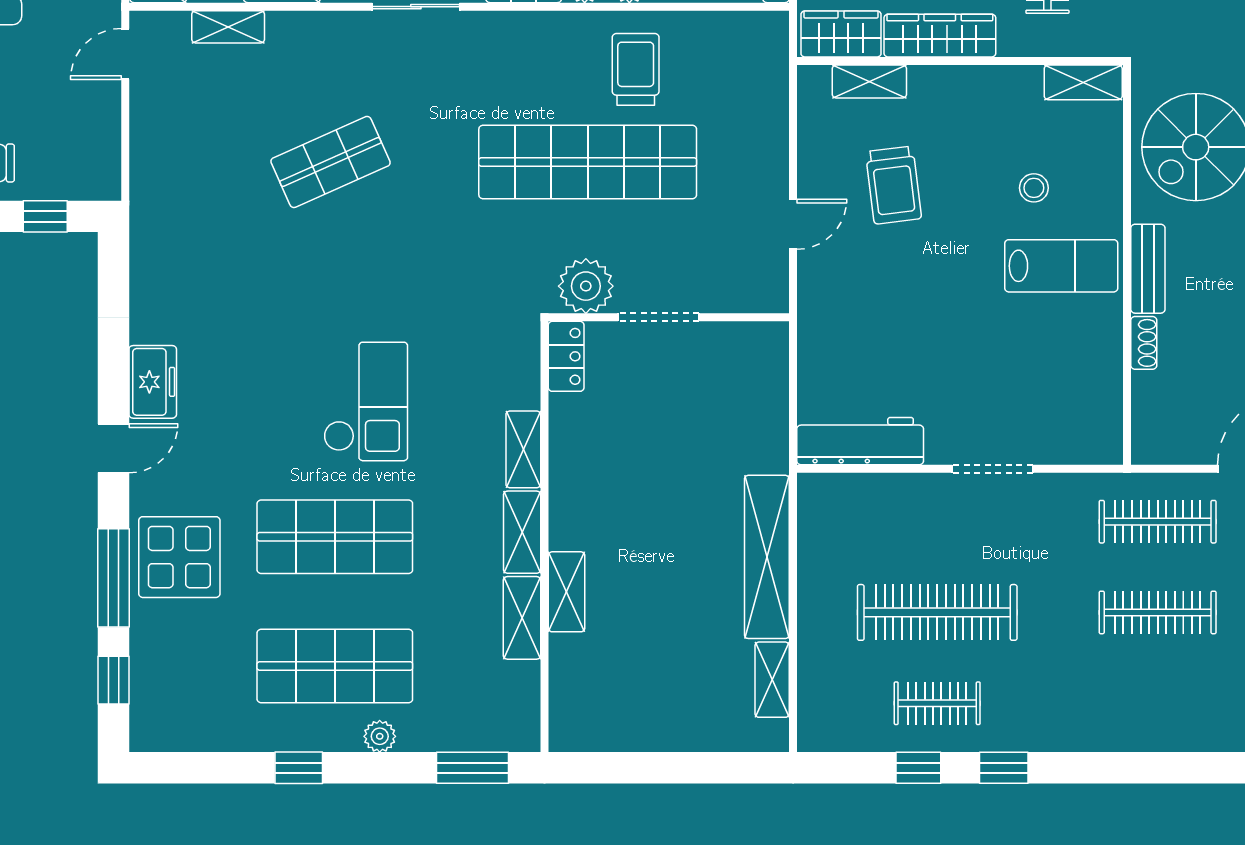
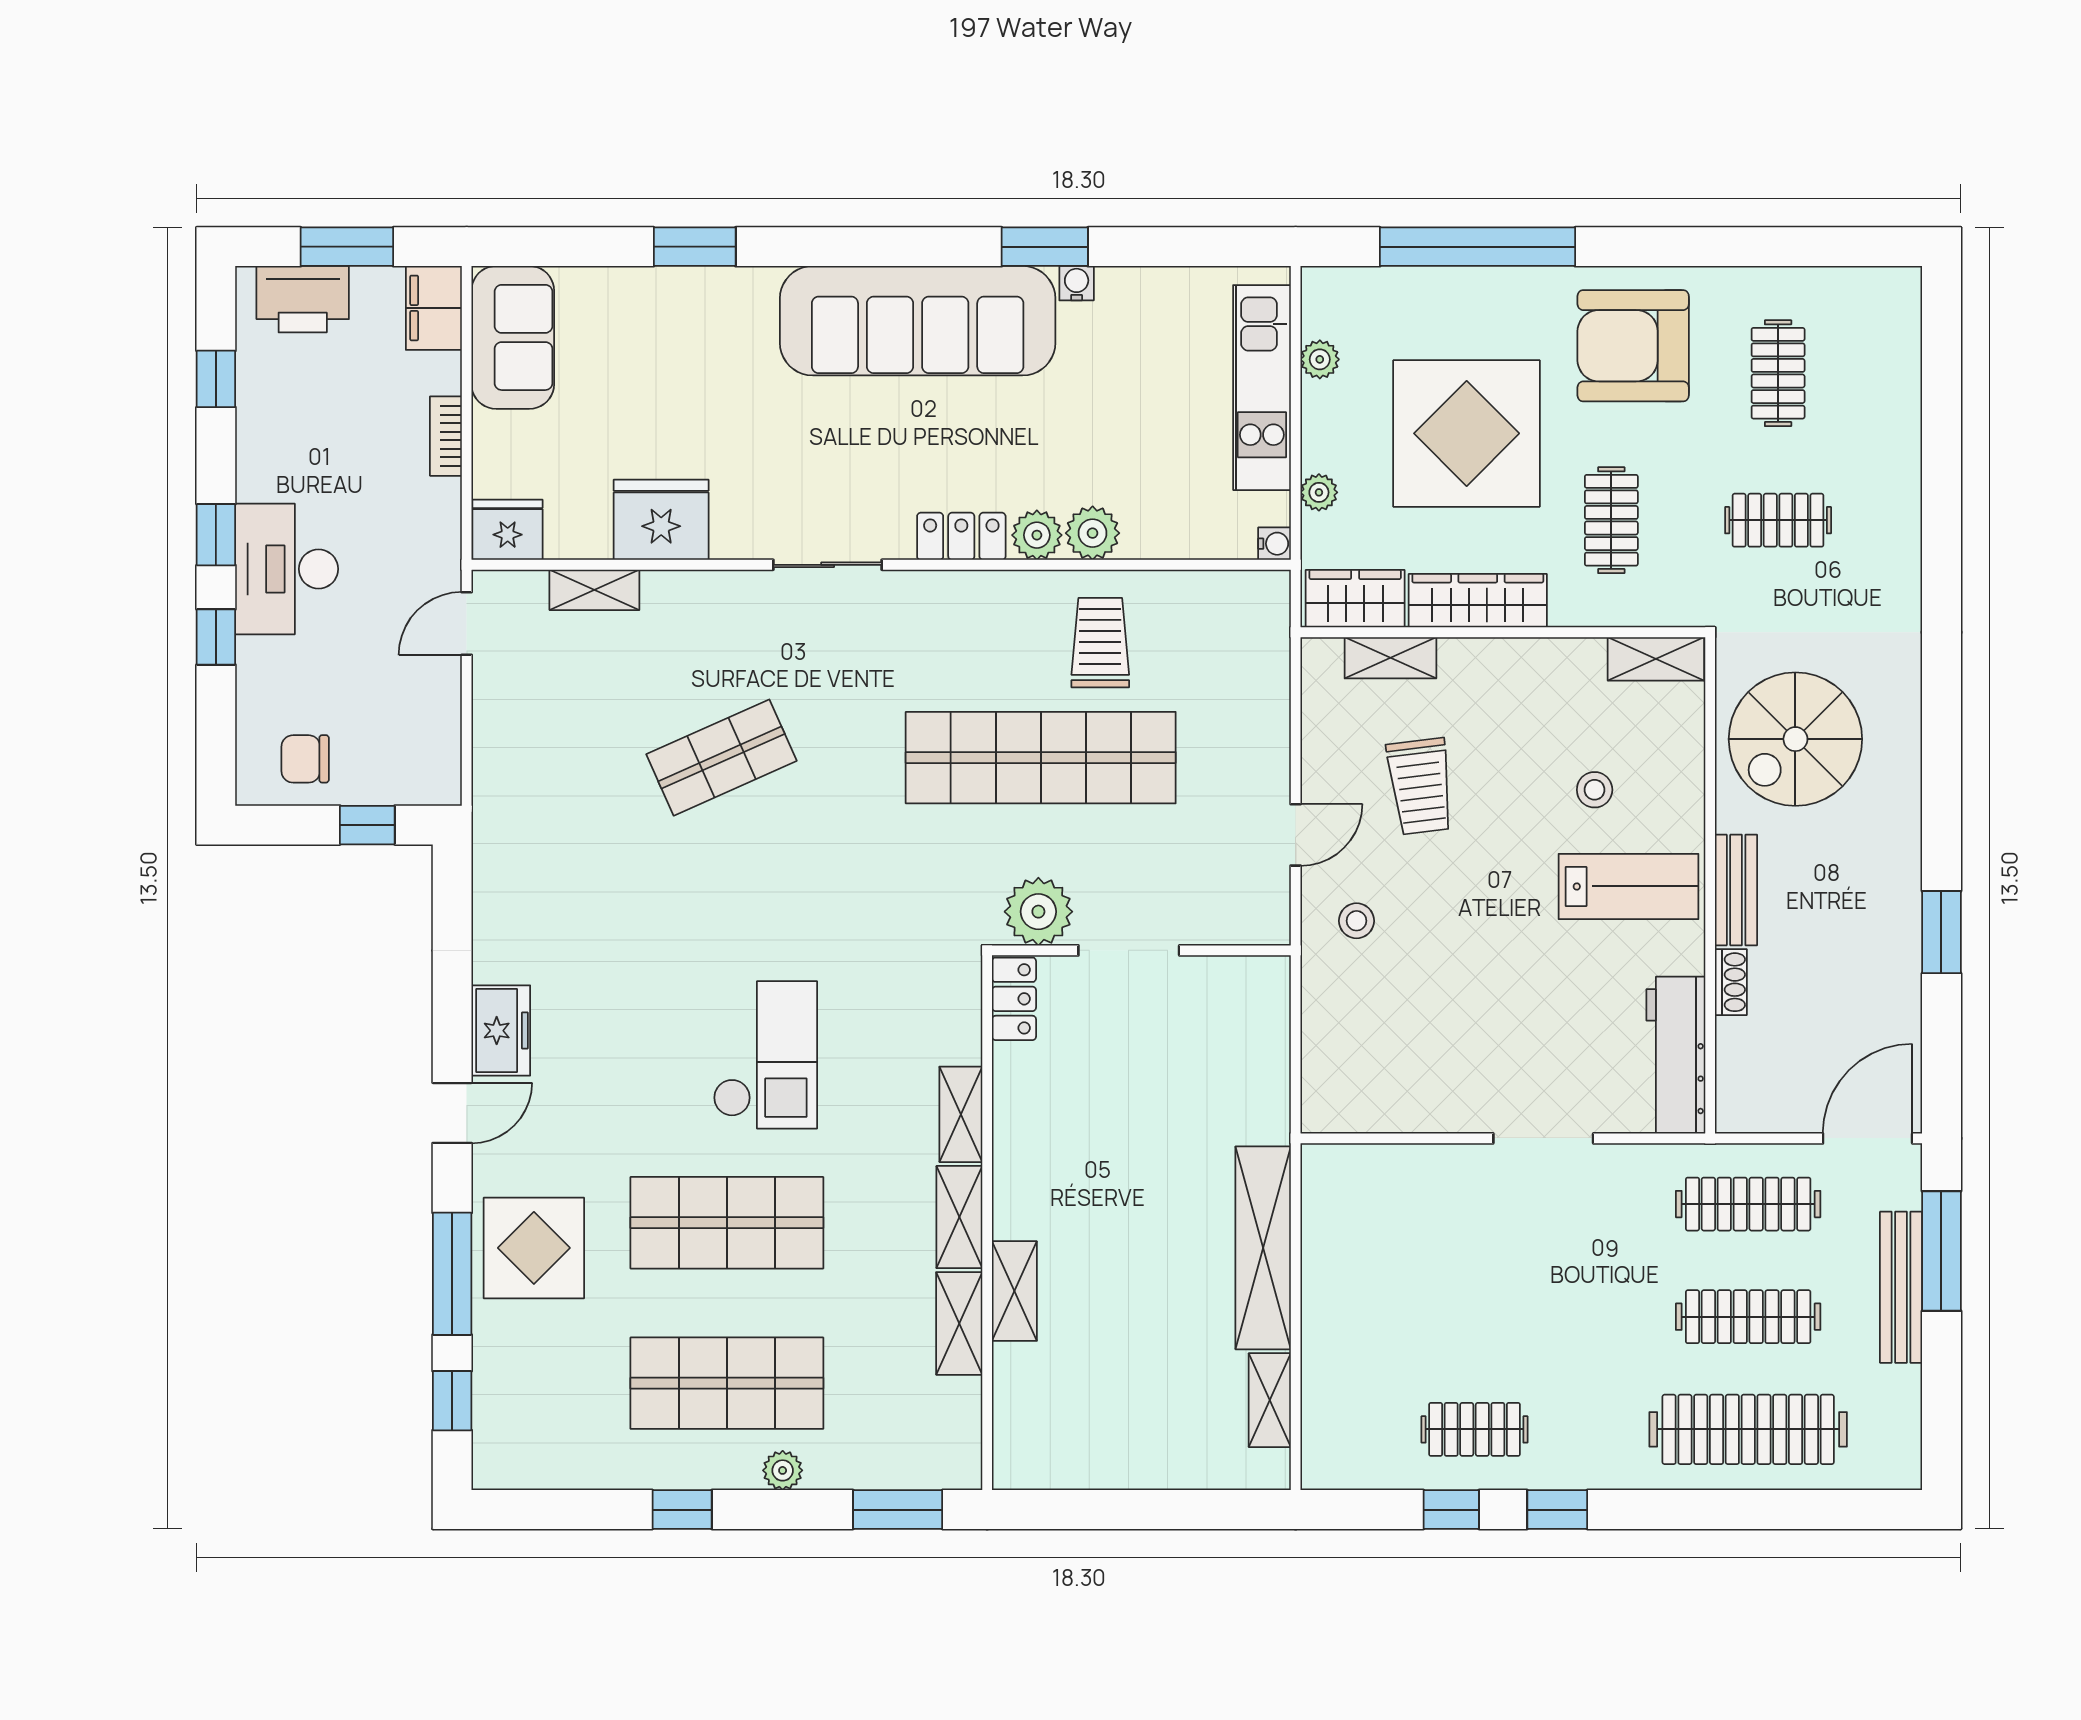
stool: (842, 293) -> (1356, 921), added
workbench: (860, 441) -> (1676, 1055), moved, turned -90
clothes rail: (937, 612) -> (1748, 1429), moved

